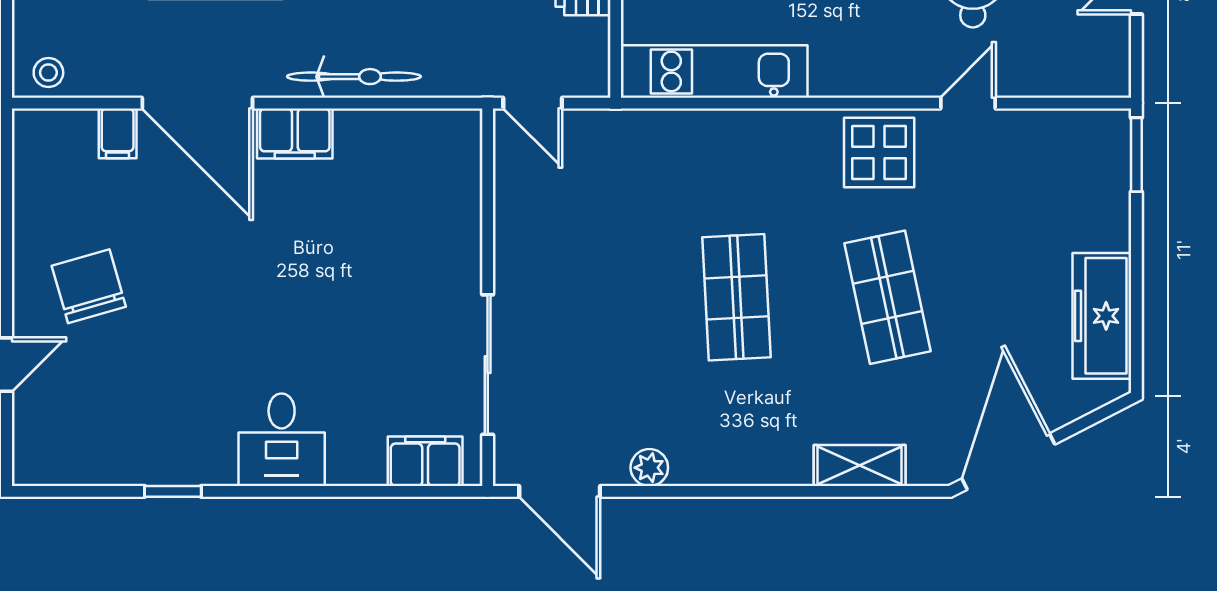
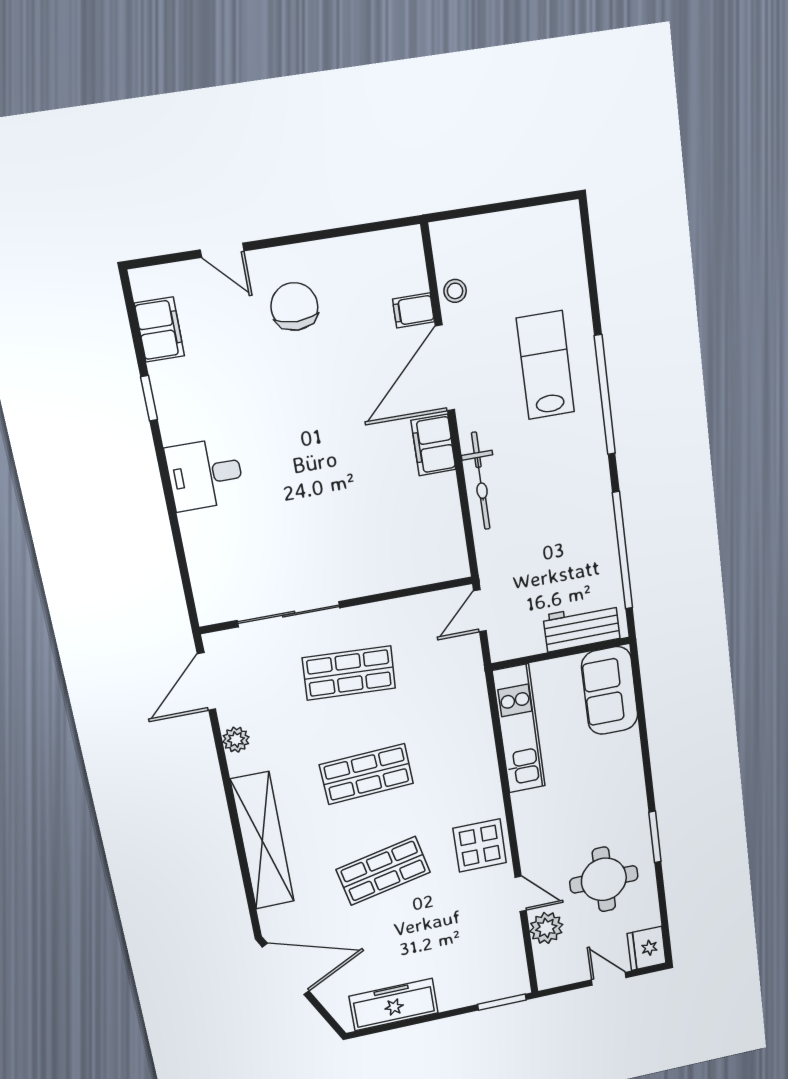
plant: (1031, 72) -> (546, 928), added
stool: (48, 73) -> (455, 291), moved
chair: (89, 286) -> (294, 307), turned -74
shop shelf: (586, 297) -> (349, 673), added
filing cabinet: (425, 461) -> (159, 330), moved
shelving: (860, 466) -> (262, 841), width x2.20, depth x1.33

